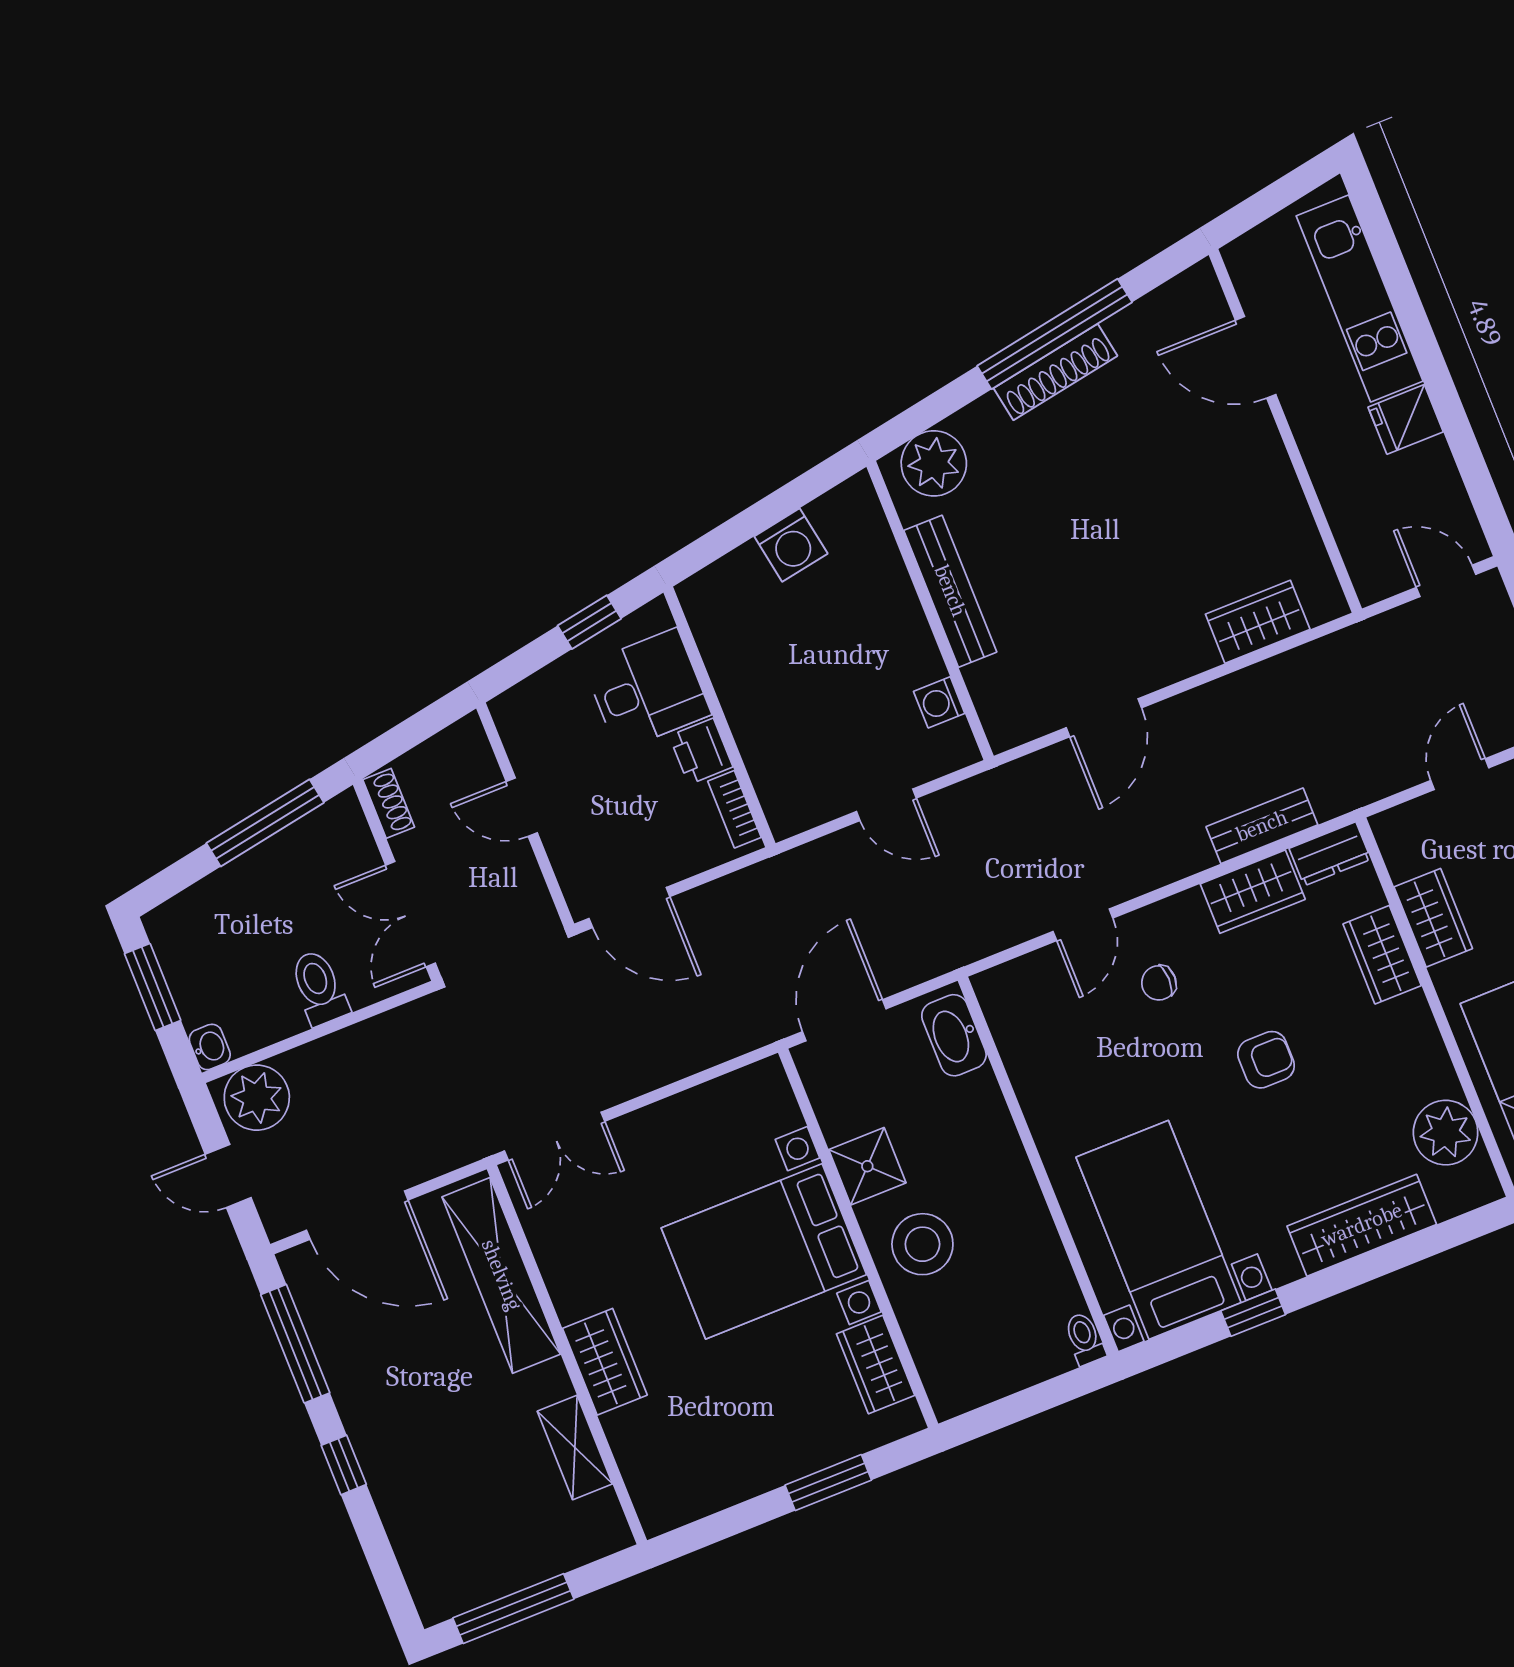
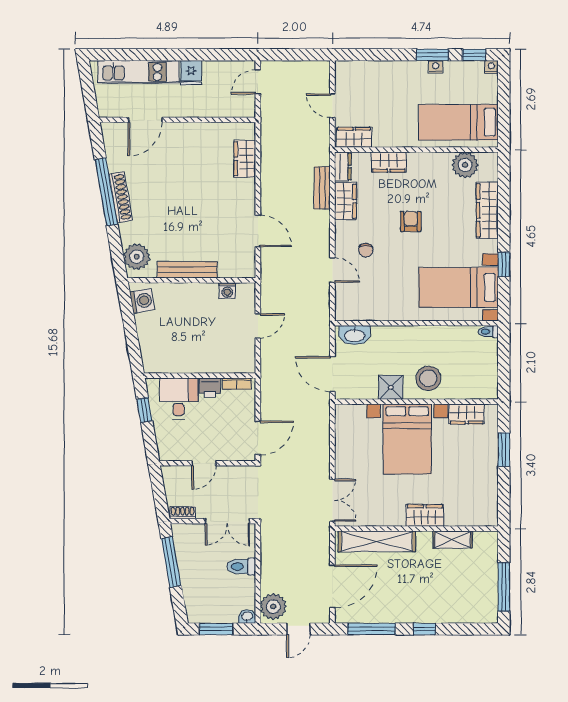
washing machine: (791, 545) -> (142, 301), moved
wardrobe: (1433, 918) -> (354, 137), moved

